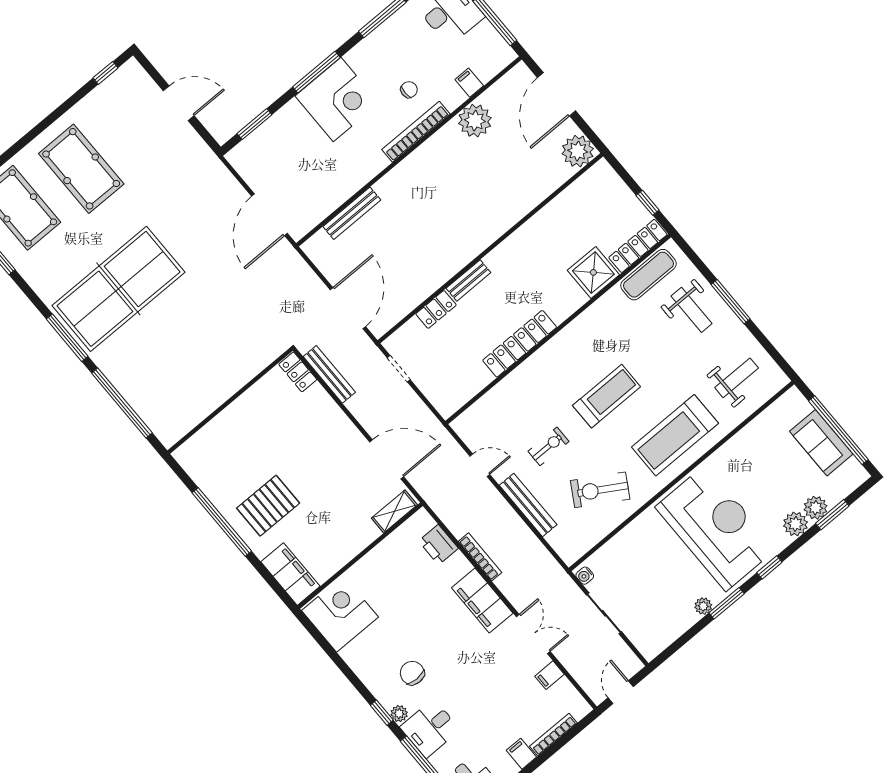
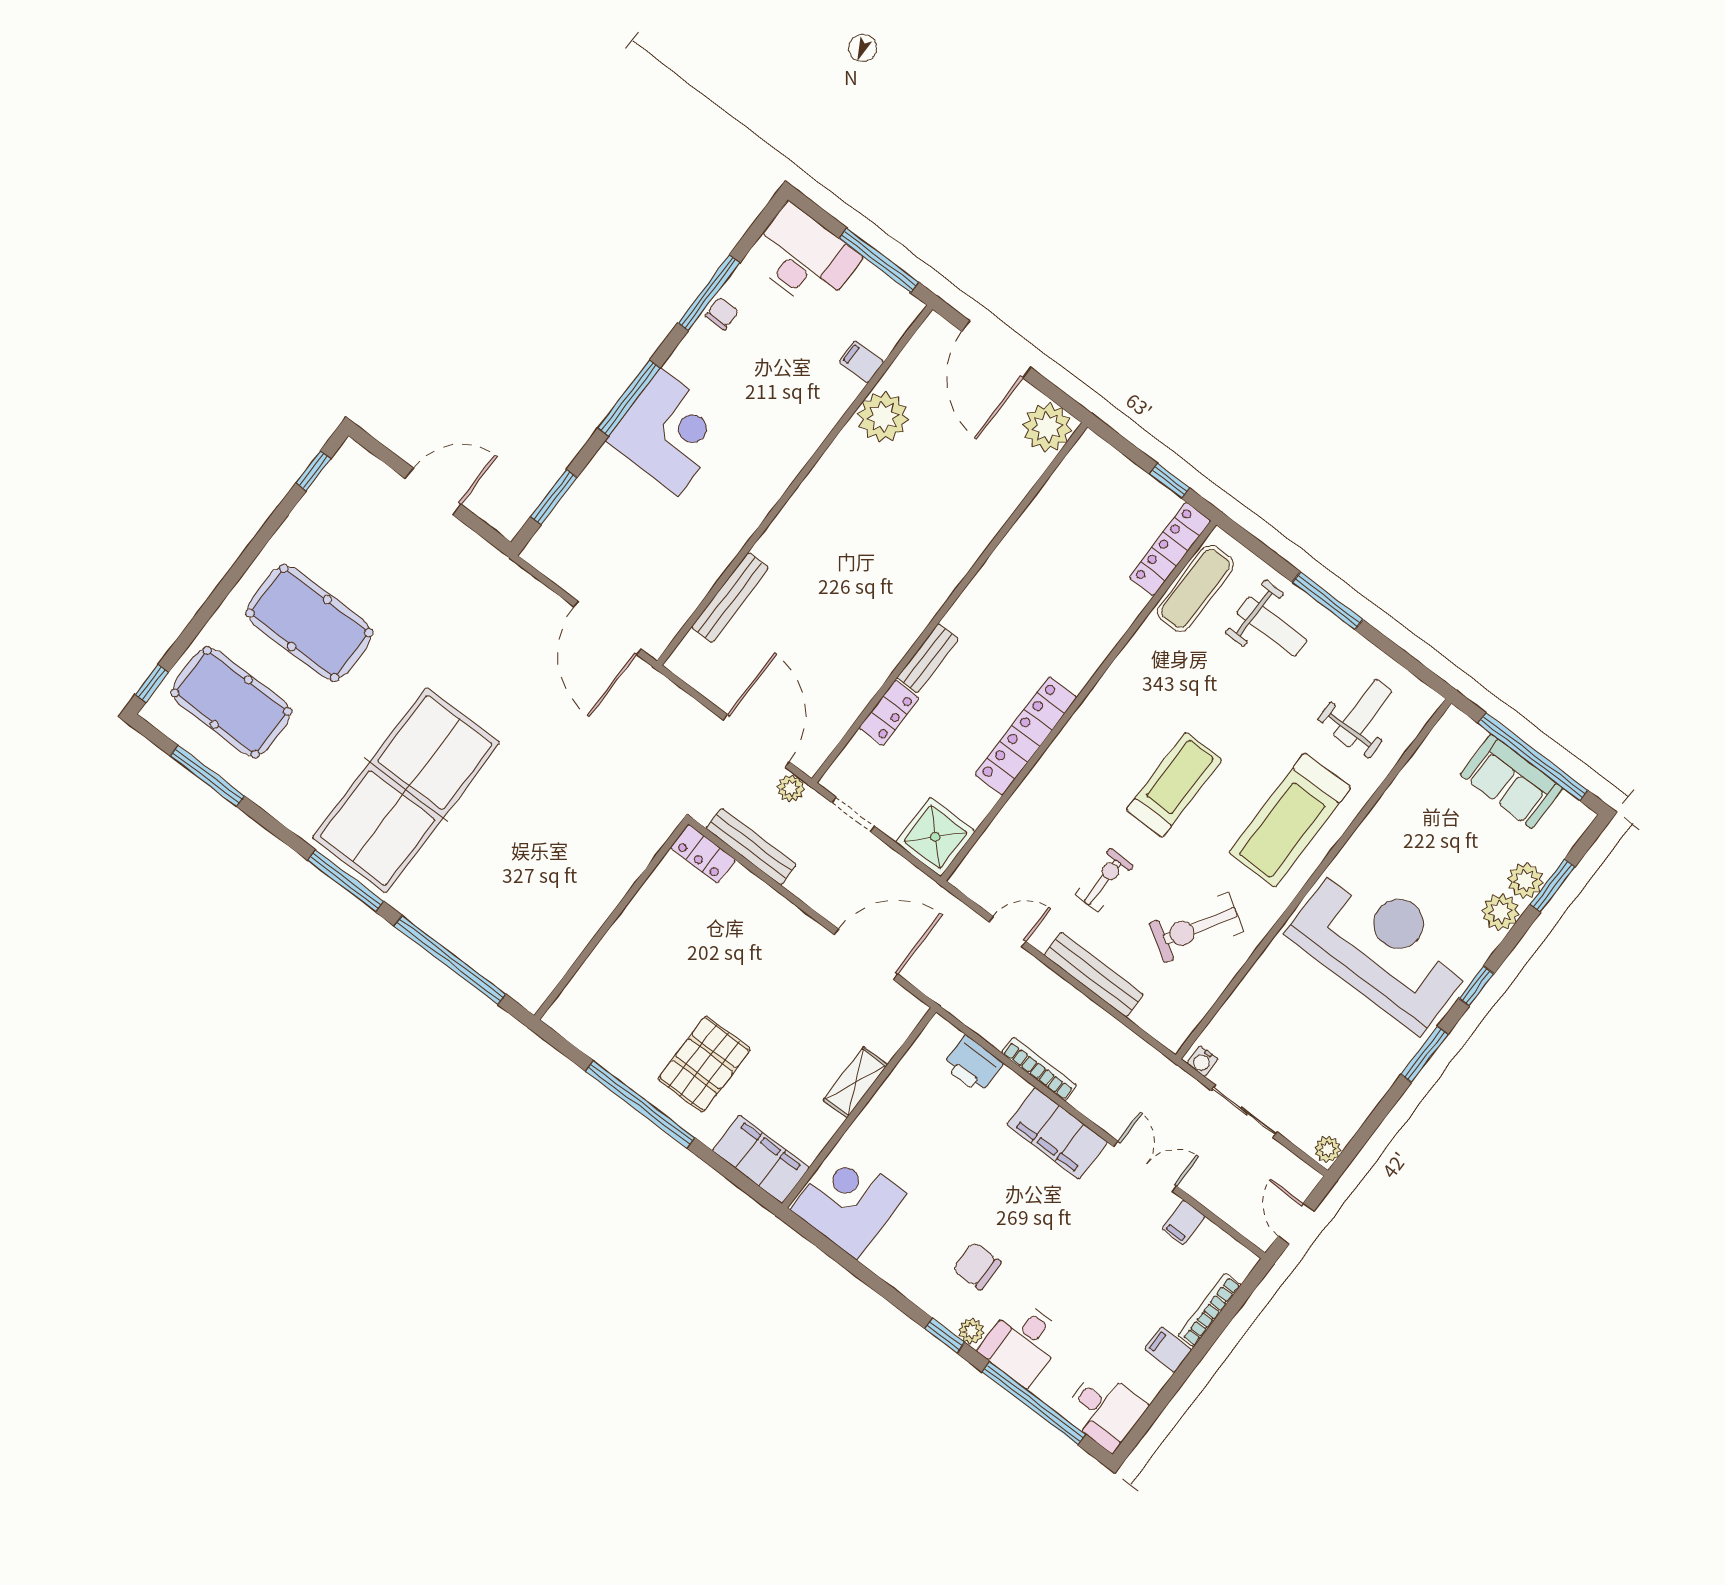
chair: (409, 90) -> (722, 314), moved
bookcase: (416, 132) -> (798, 454), removed
shower: (593, 272) -> (935, 837), moved
plant: (363, 343) -> (791, 788), added
shelving: (394, 511) -> (855, 1082), moved
plant: (703, 606) -> (1328, 1149), moved

